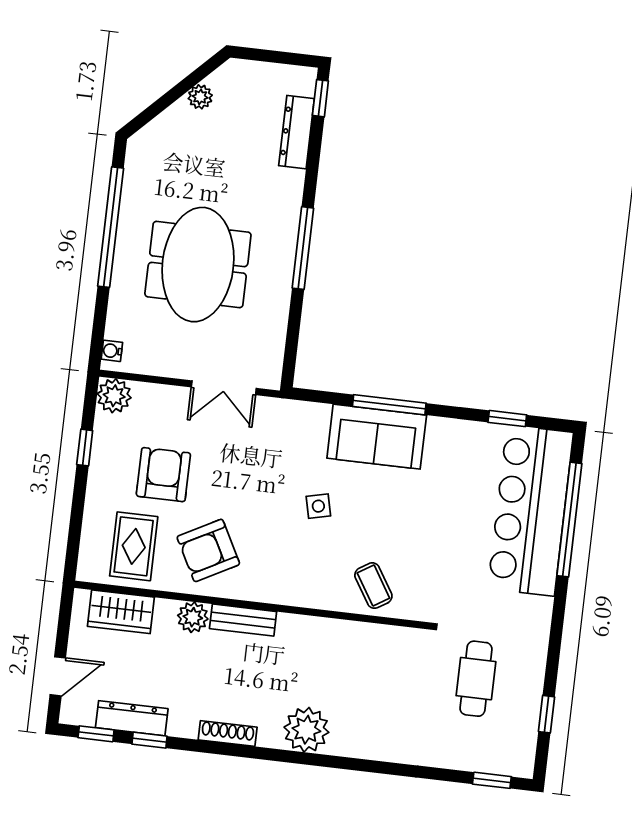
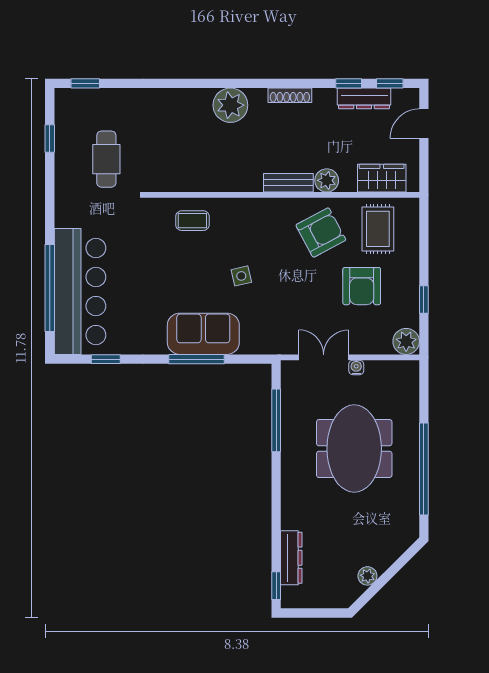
window: (303, 248) -> (276, 420), moved
water cooler: (112, 351) -> (356, 367), moved, turned -90
coffee table: (373, 586) -> (192, 221), turned -58

